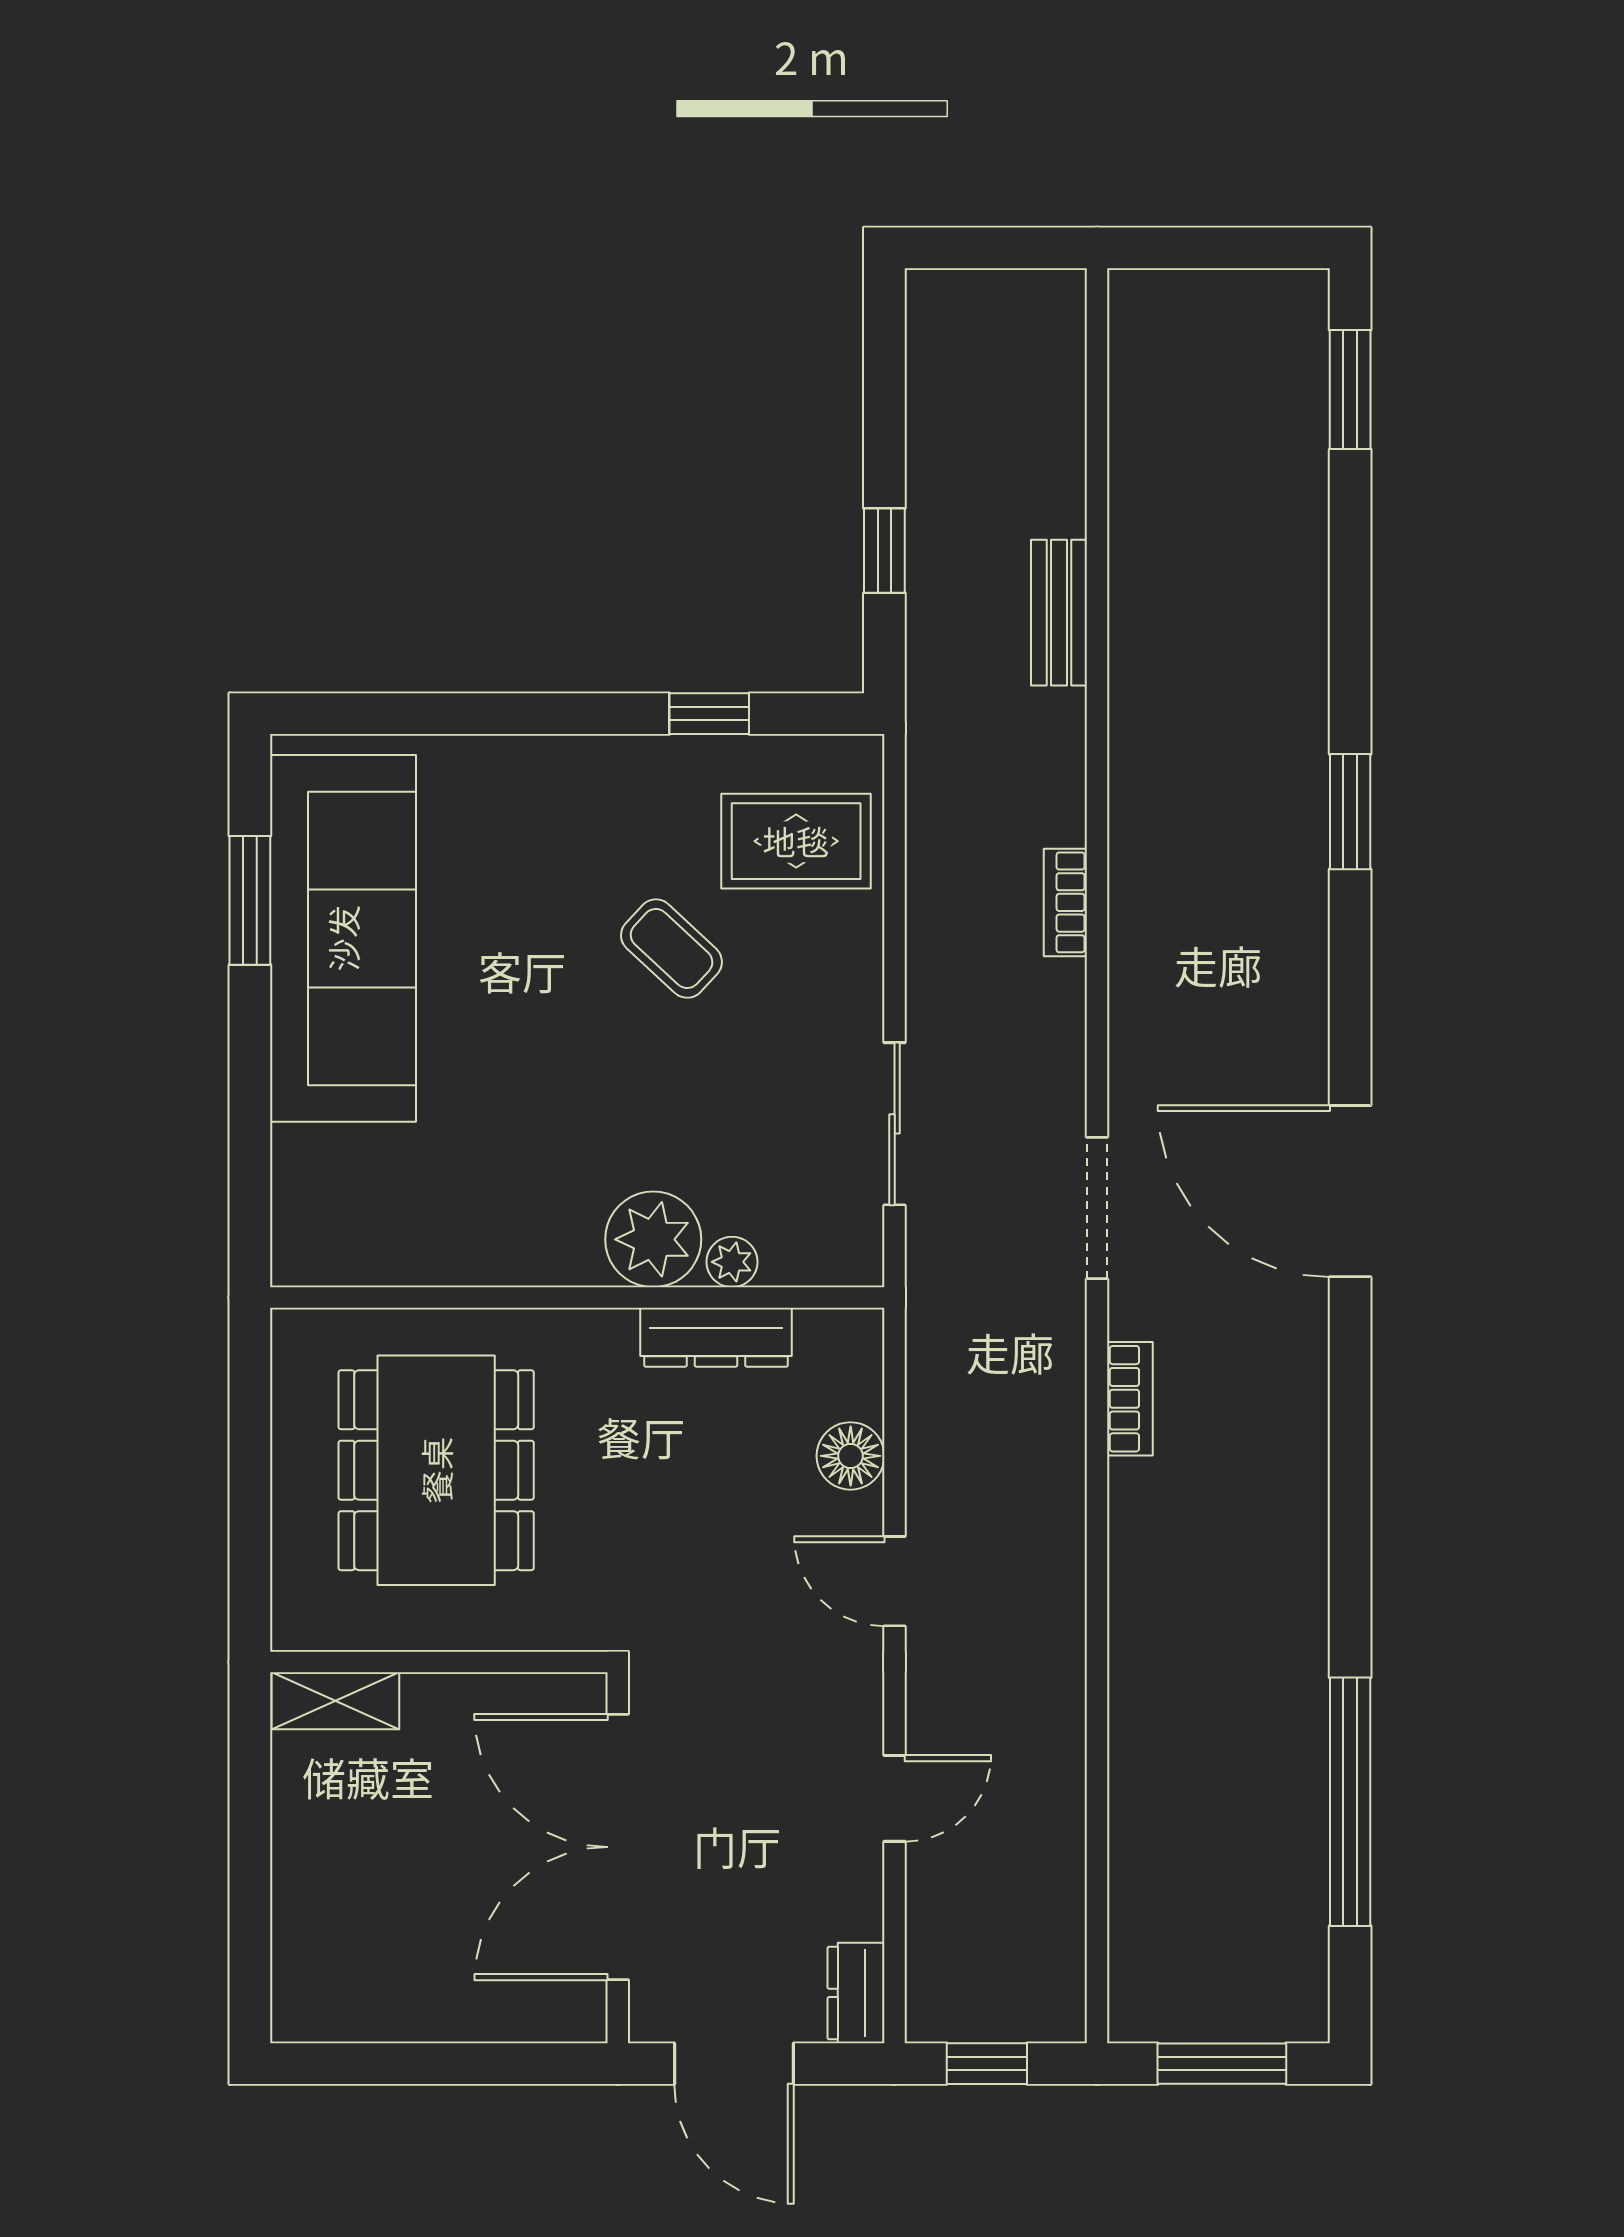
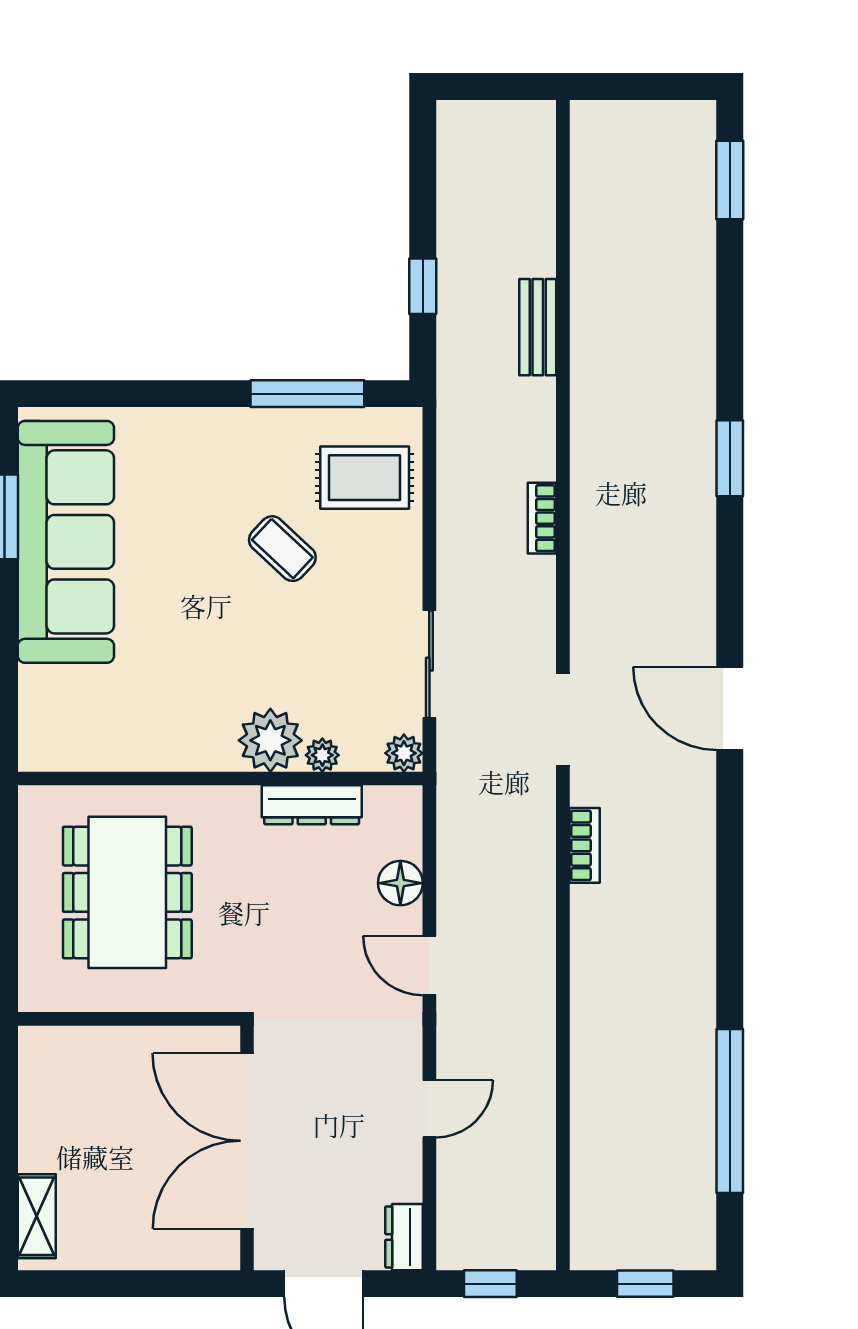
window: (709, 714) -> (307, 394), width x2.17
door: (1350, 1191) -> (730, 708), width x0.73
plant: (856, 1259) -> (404, 753), added
shelving: (335, 1701) -> (37, 1216), moved, turned 90
window: (1222, 2064) -> (645, 1284), width x0.67

